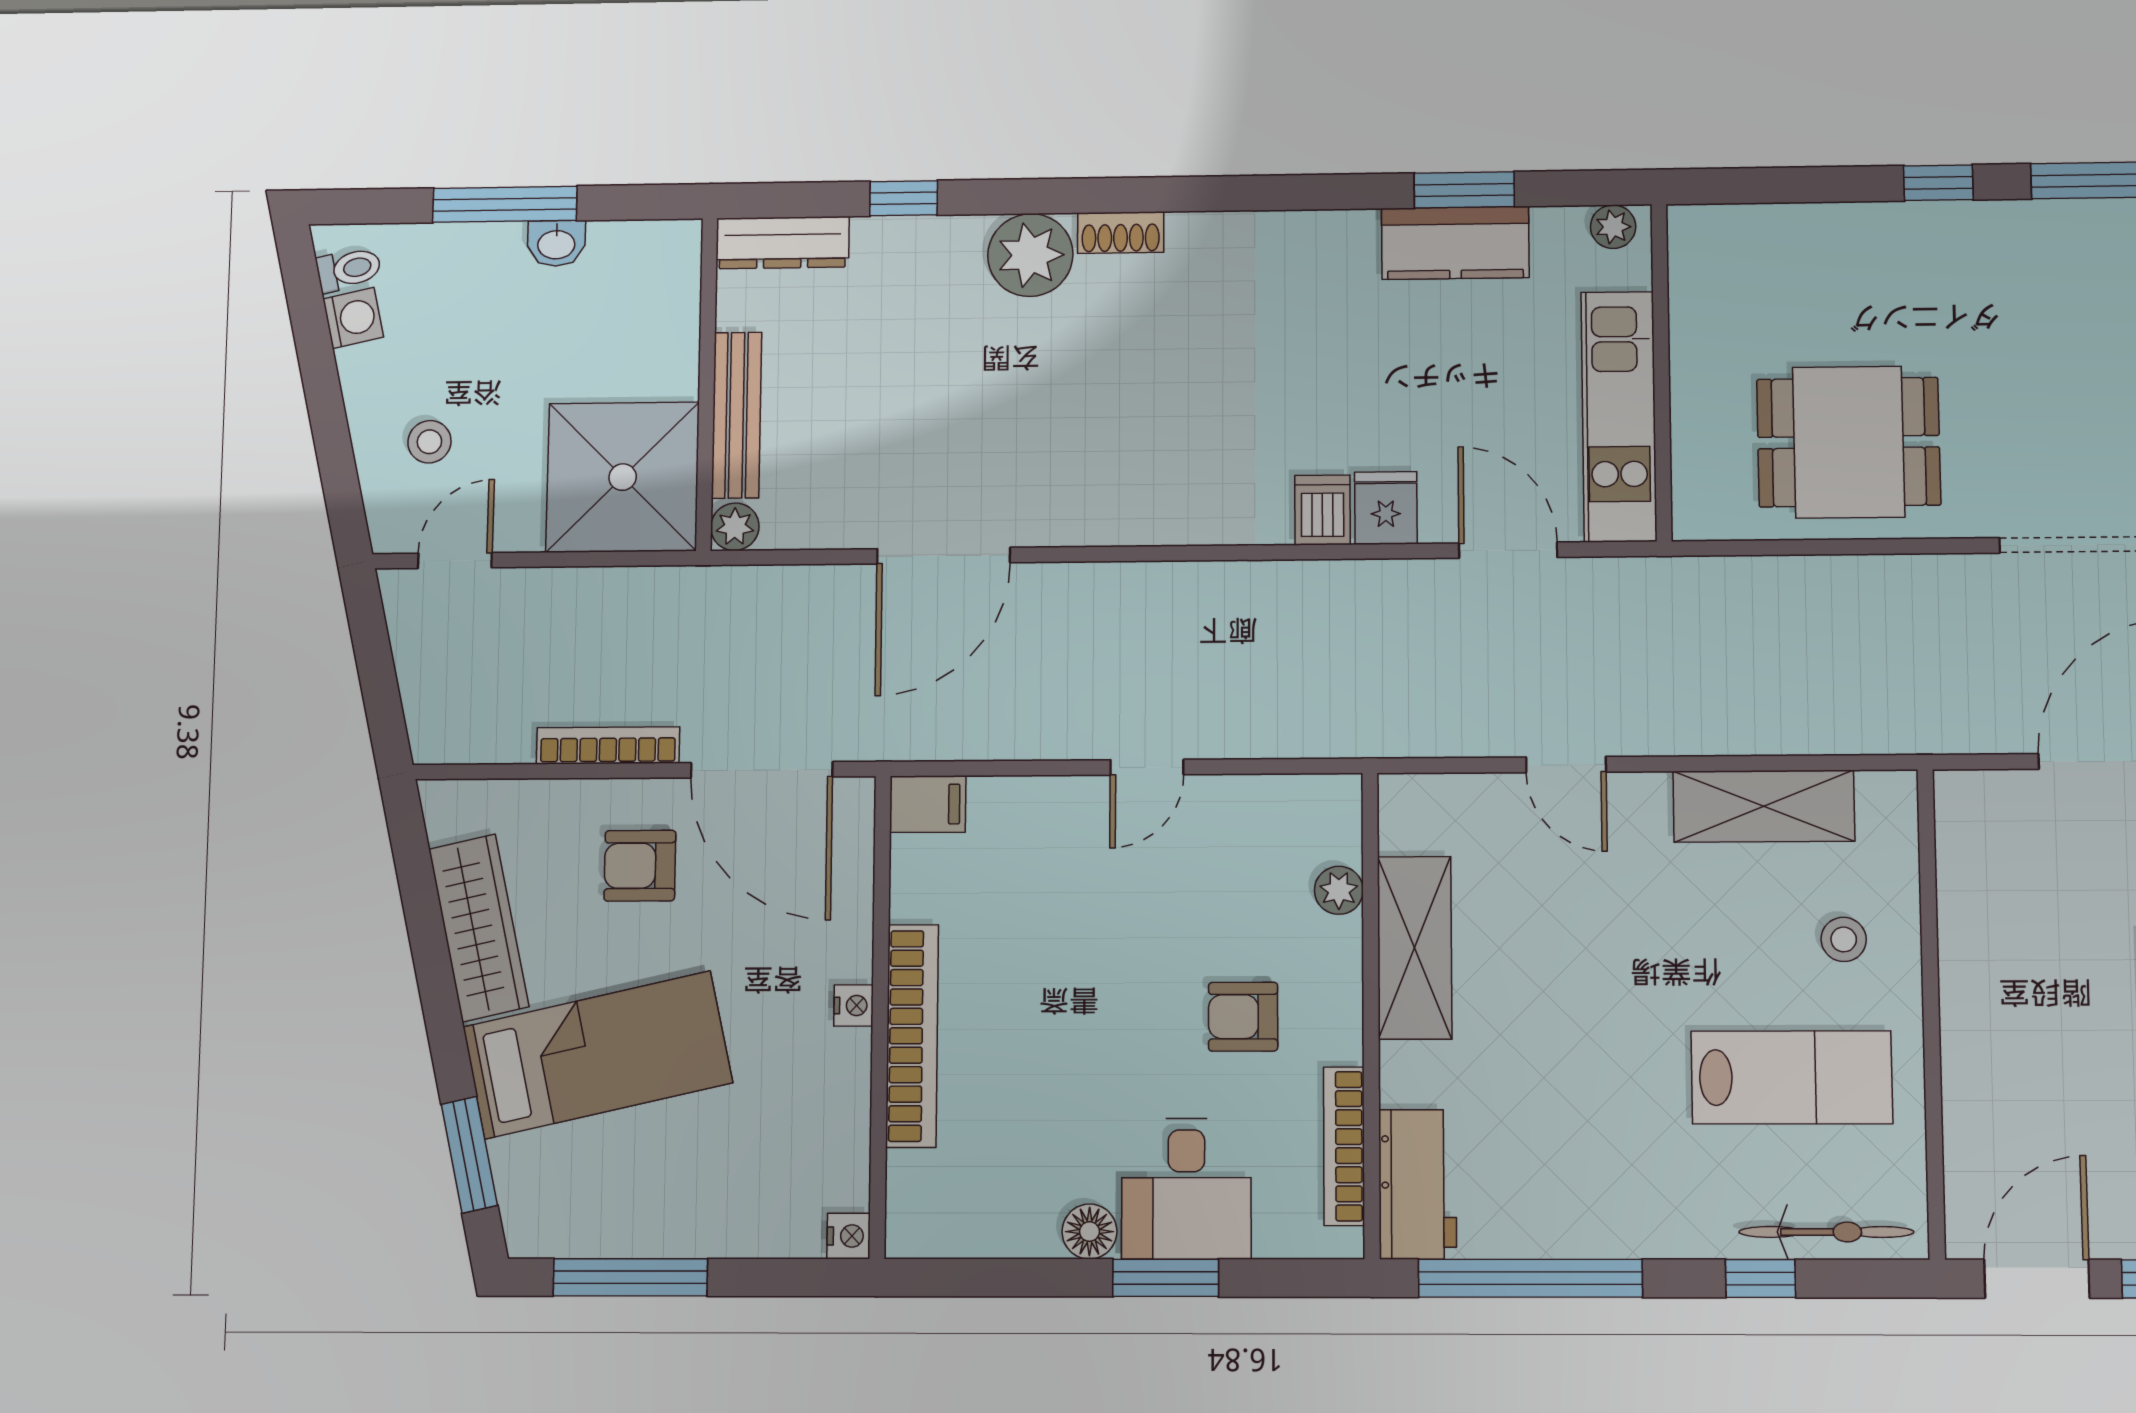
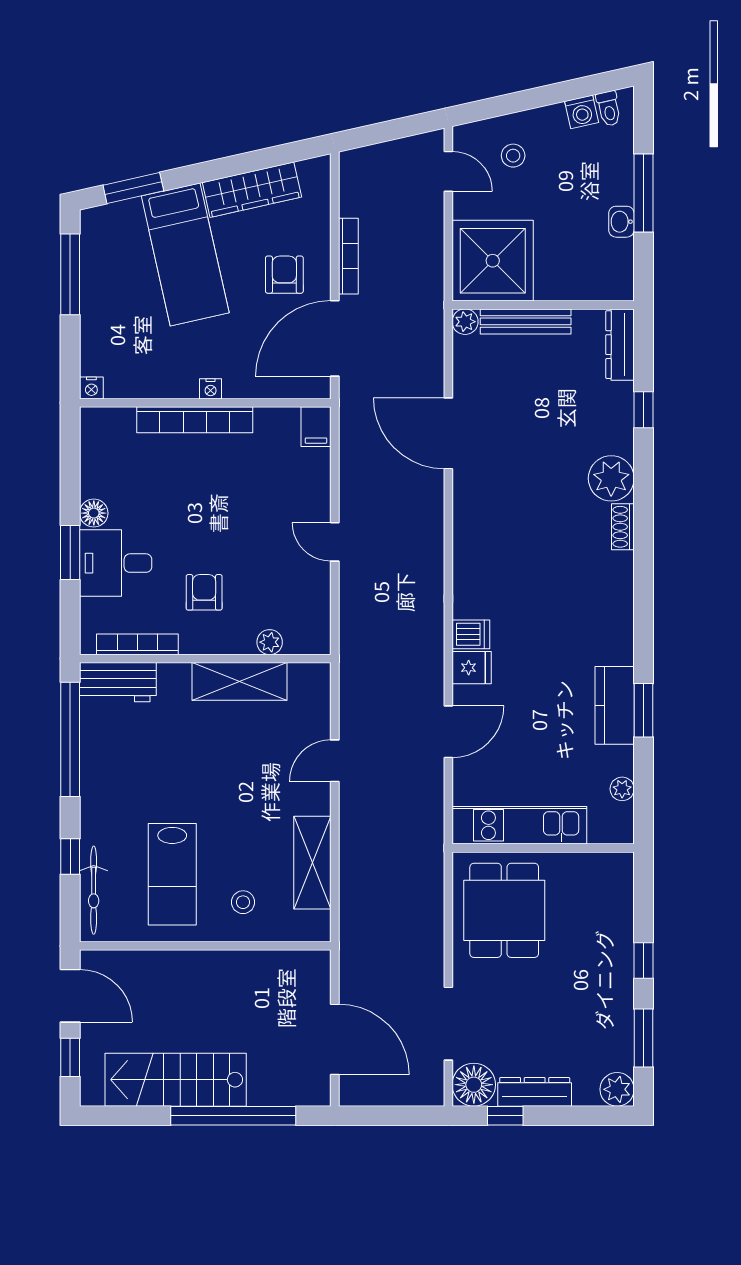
wall: (1662, 372) -> (543, 848), moved
kitchen unit: (1619, 416) -> (519, 825), moved

